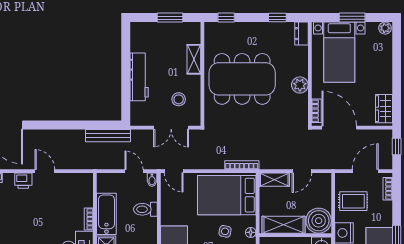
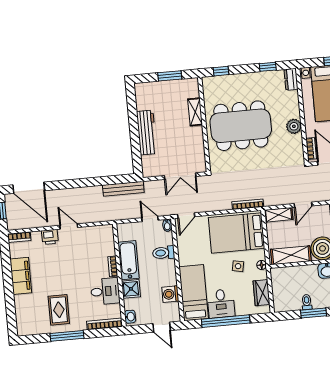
stool: (179, 99) -> (185, 150), removed
door: (174, 171) -> (186, 216), hinge flipped

